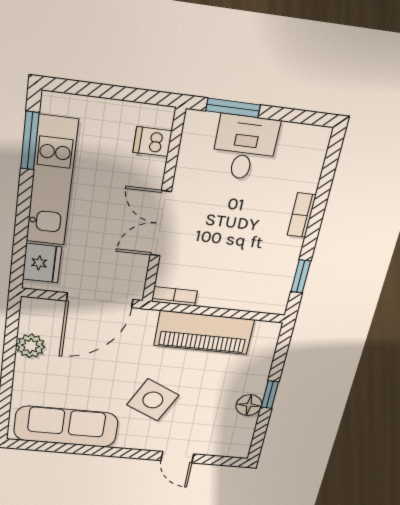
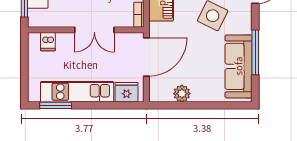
door: (100, 300) -> (146, 57), hinge flipped
window: (85, 450) -> (255, 52), added

